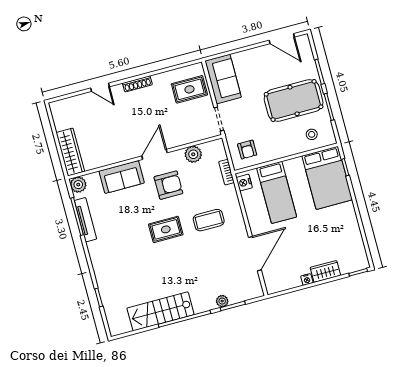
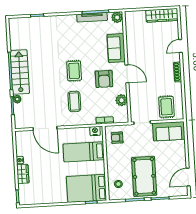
wardrobe: (70, 152) -> (162, 15), moved
stairs: (161, 311) -> (20, 72), moved

